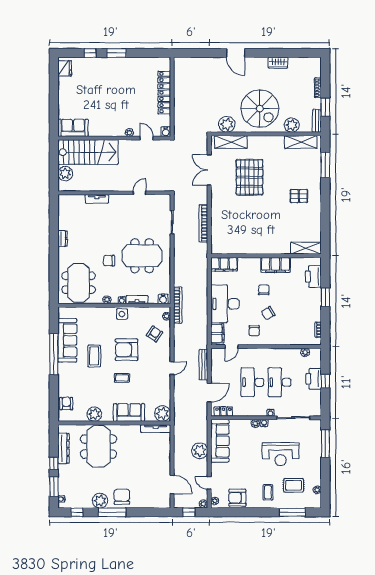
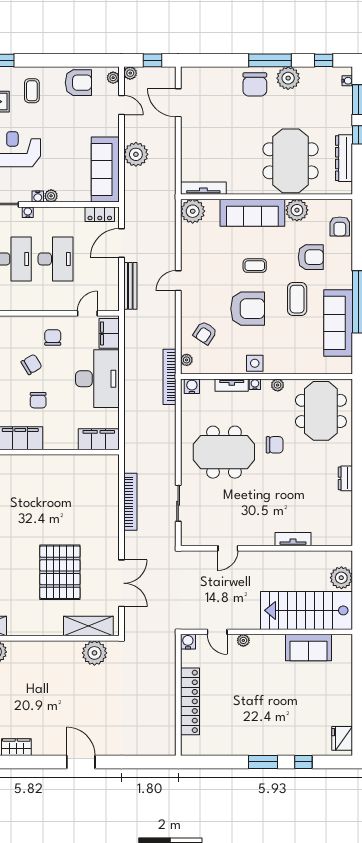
spiral stairs: (260, 109) -> (44, 677), removed
sofa: (73, 128) -> (309, 648), moved
armchair: (85, 383) -> (311, 257), added
sofa: (129, 412) -> (252, 213), width x1.36

